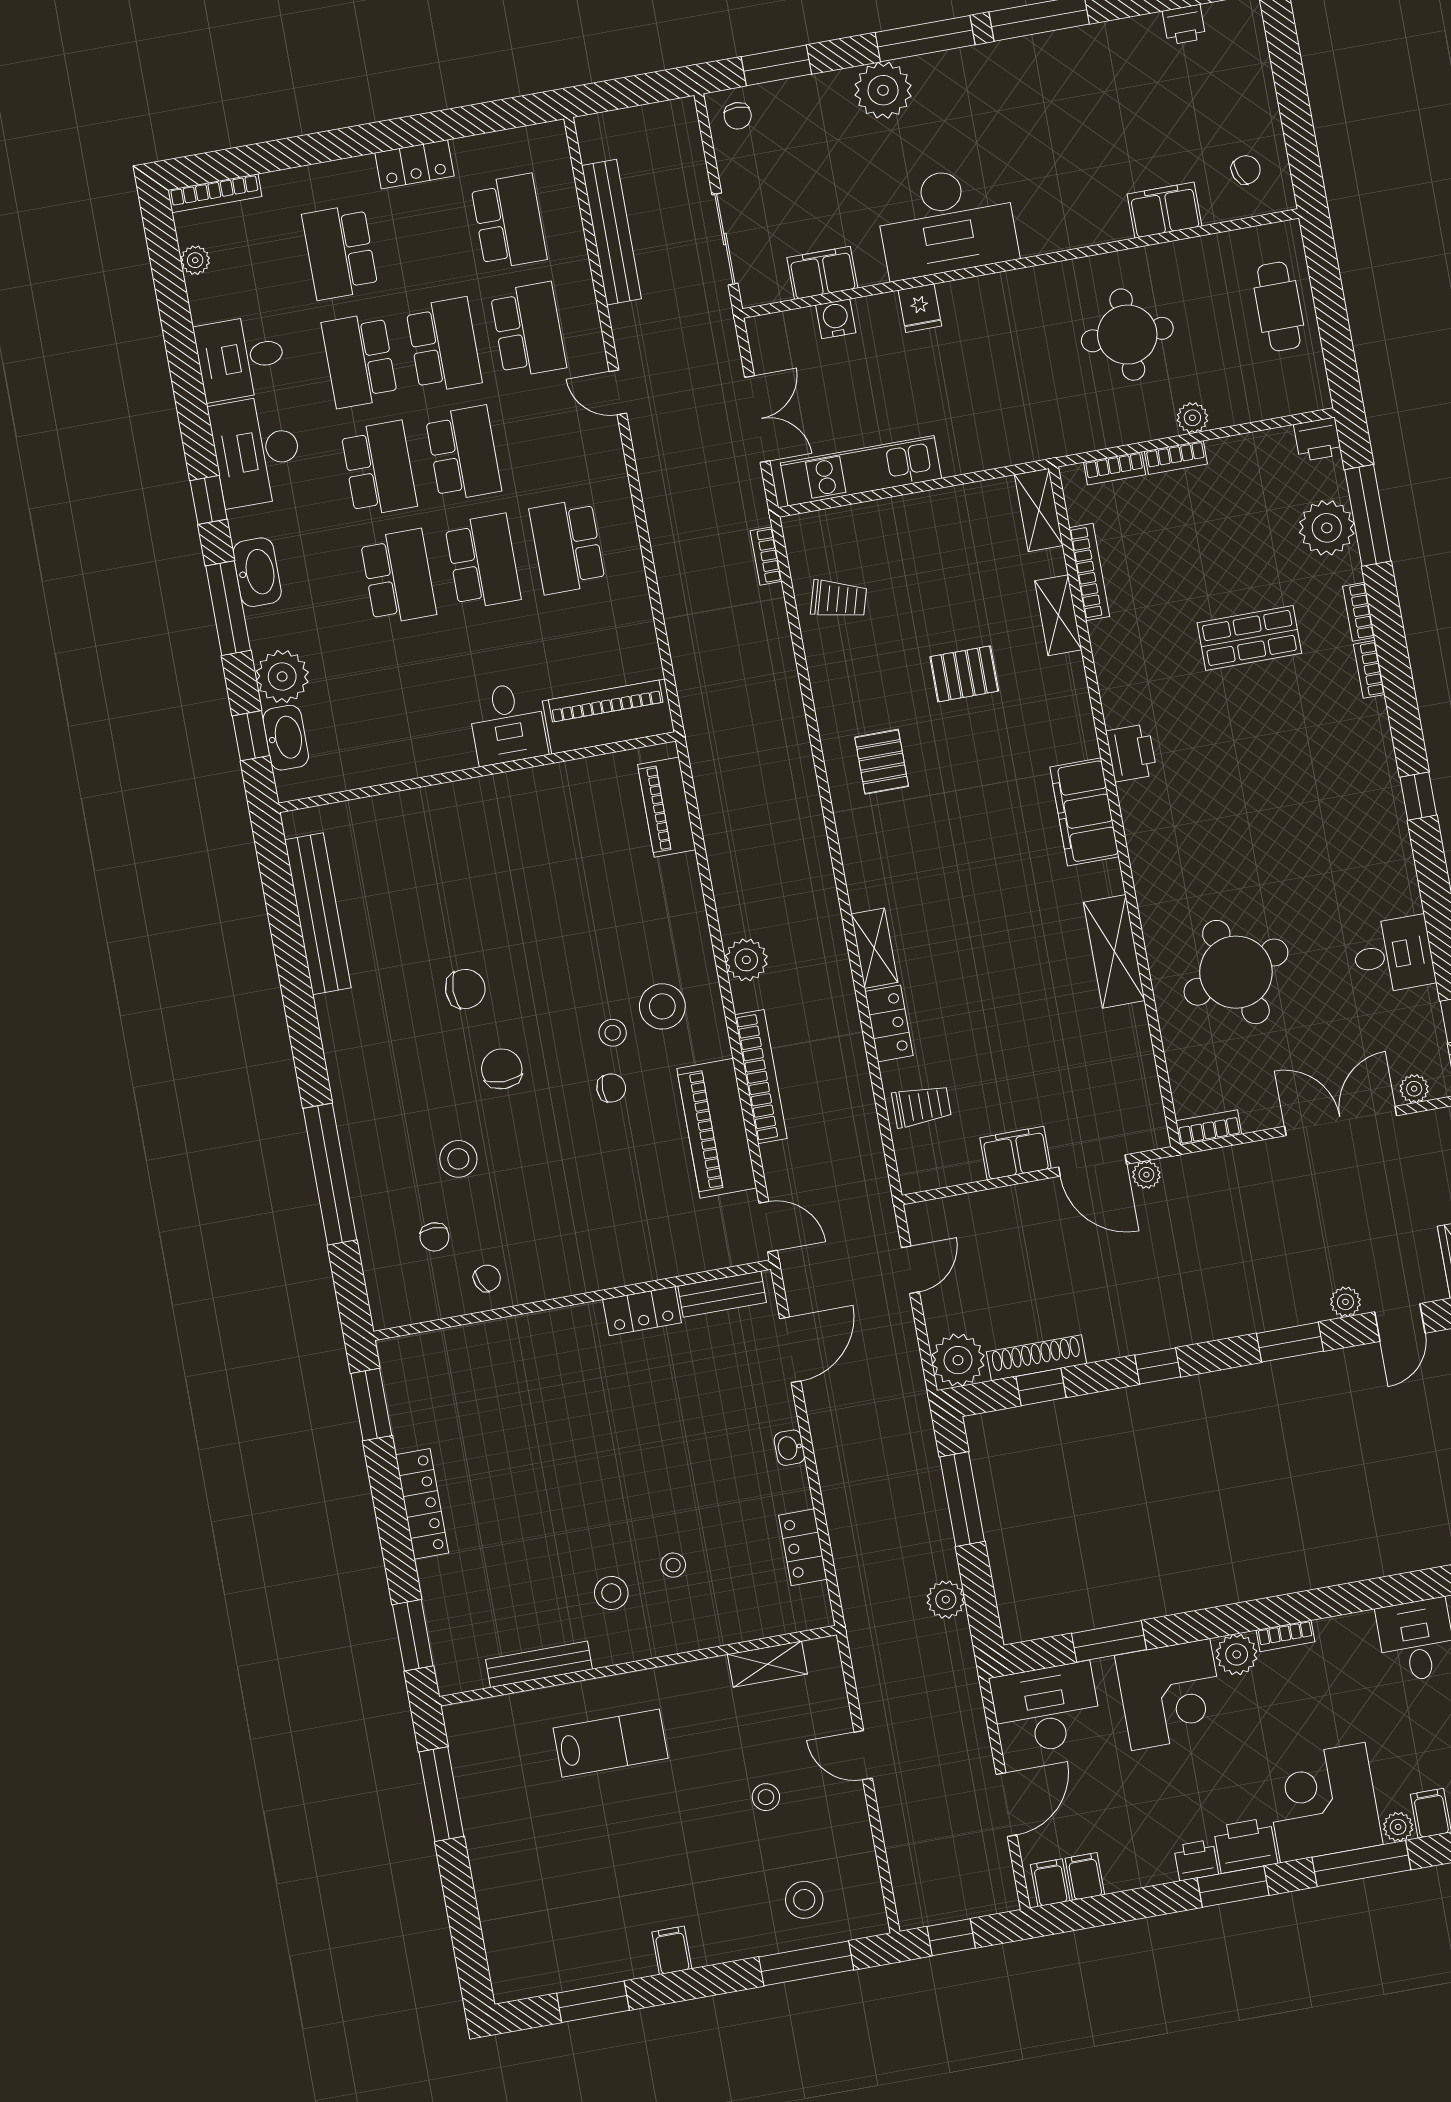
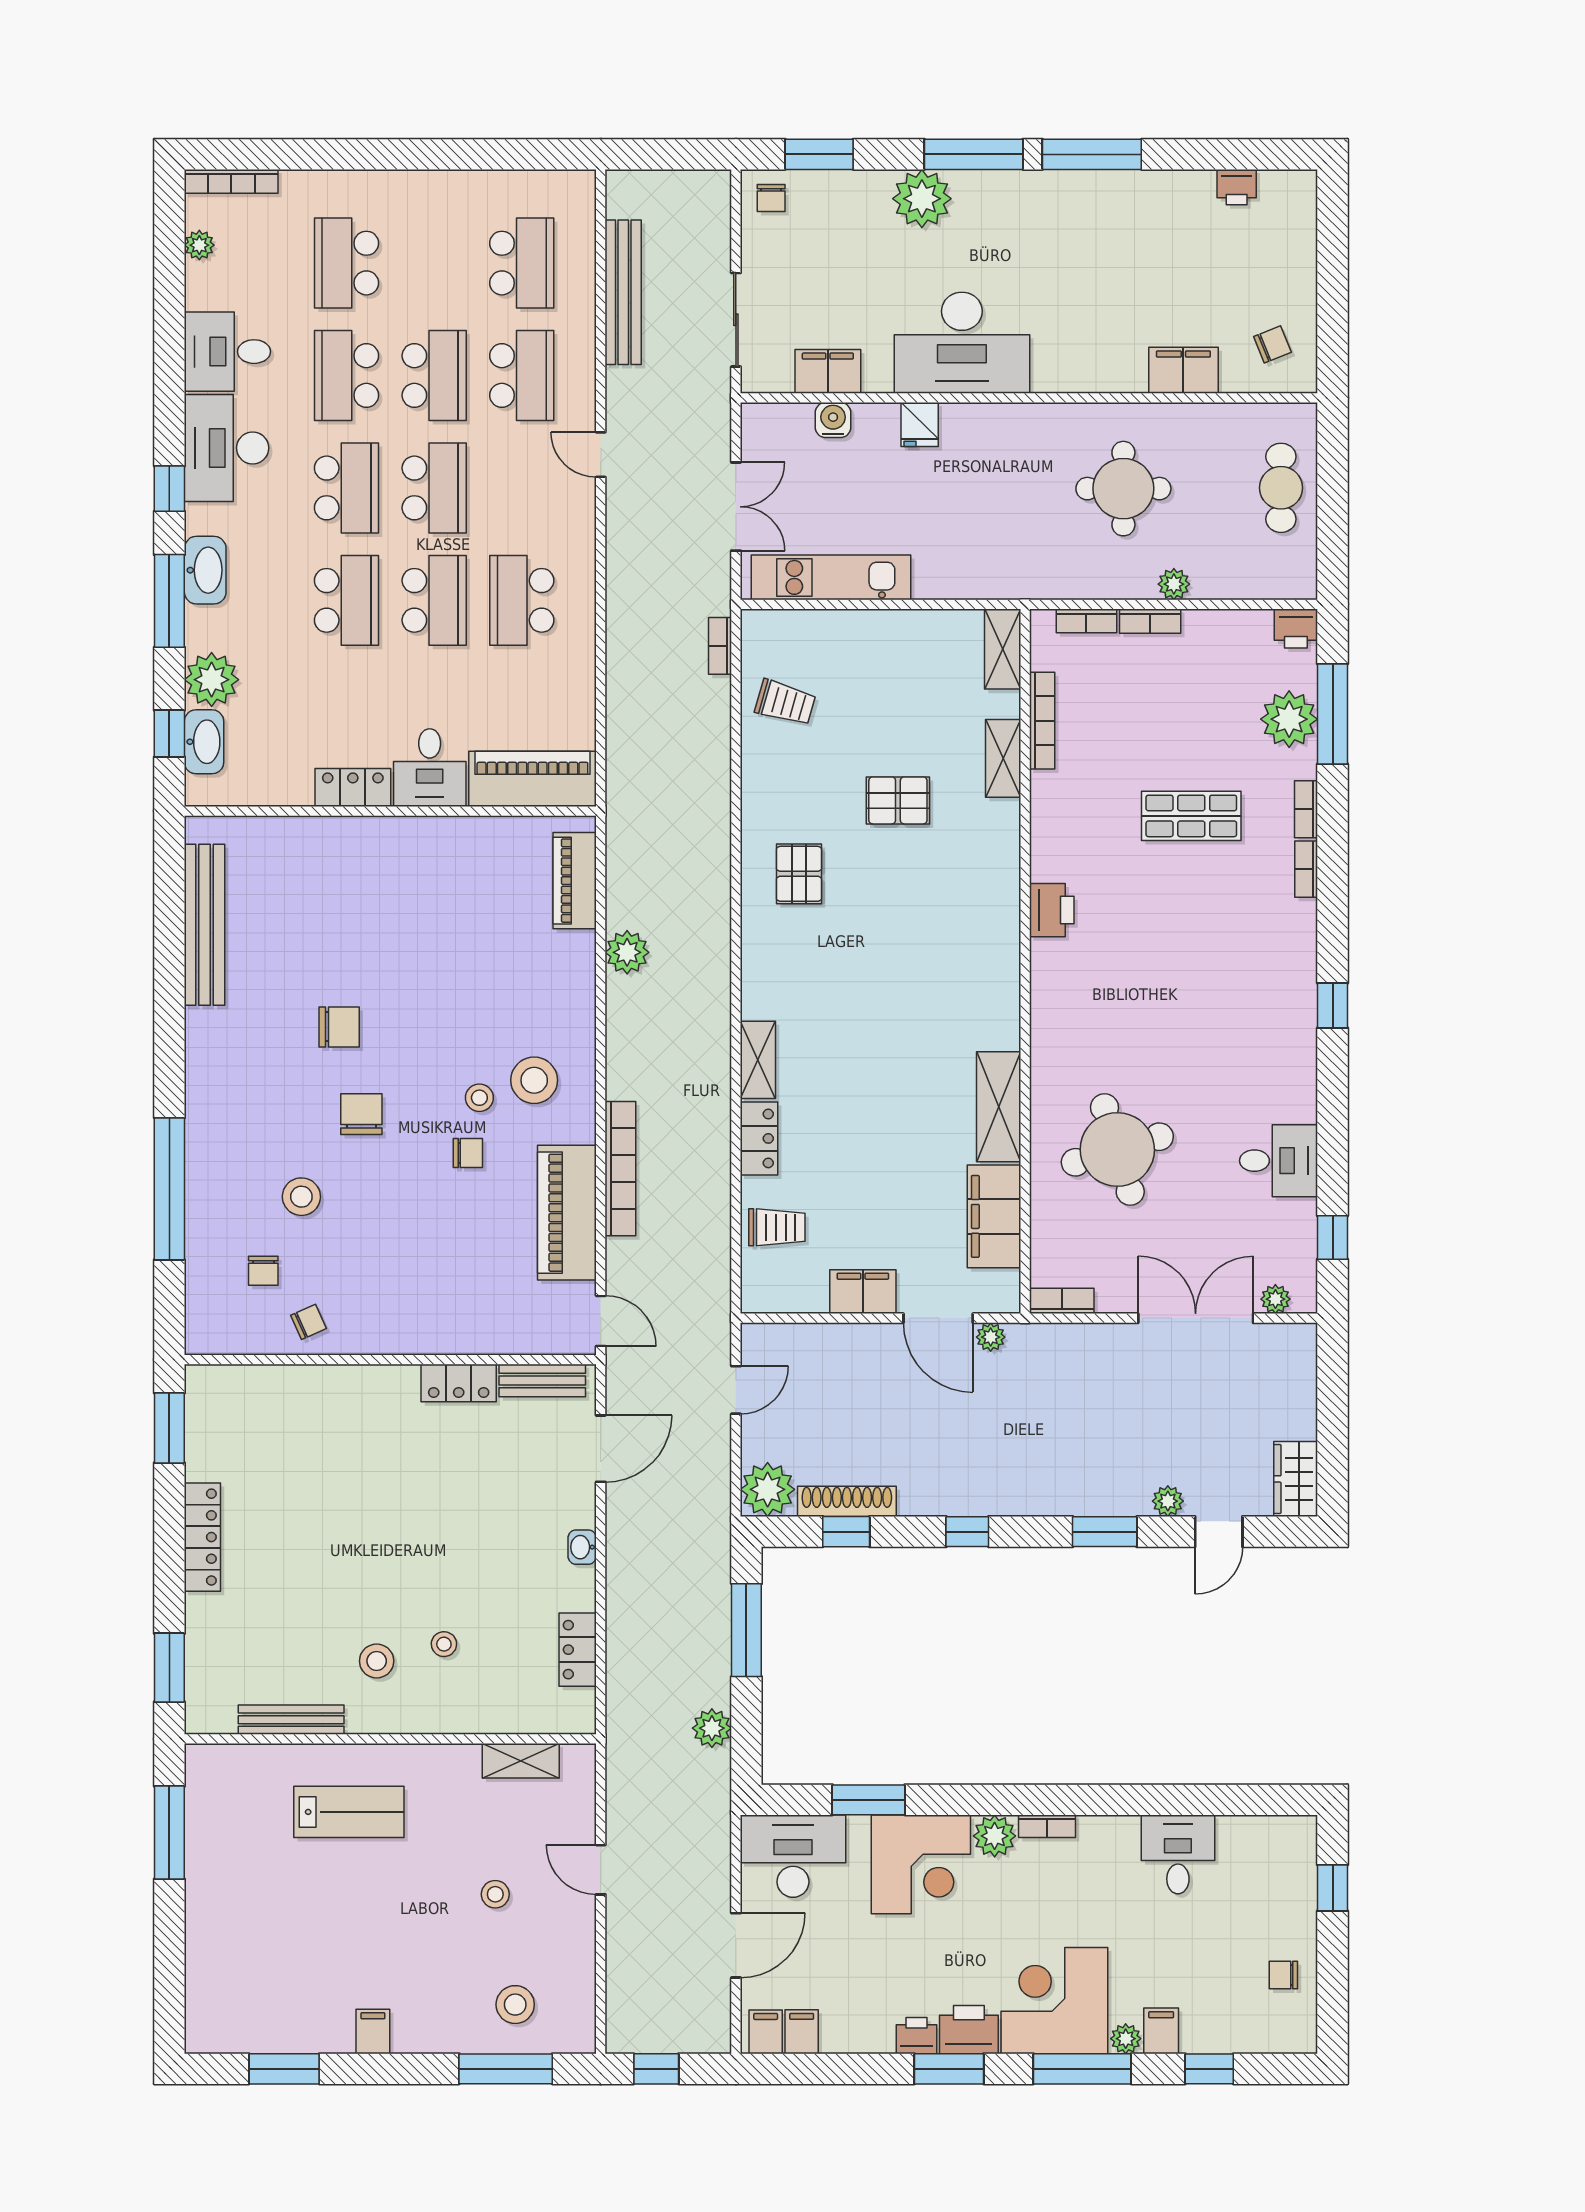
locker: (414, 164) -> (353, 787), moved, turned 180
filing cabinet: (1084, 812) -> (994, 1216), moved
plant: (746, 960) -> (627, 952), moved

